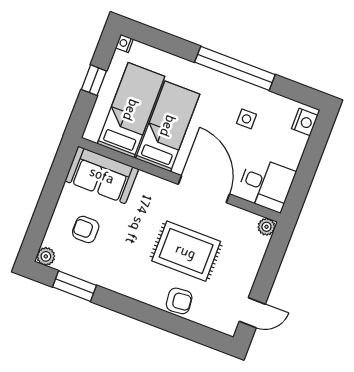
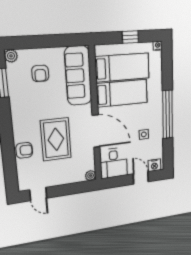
door: (313, 152) -> (141, 178), added
sofa: (102, 175) -> (78, 76), width x1.36
door: (204, 189) -> (96, 131), hinge flipped
armchair: (86, 229) -> (40, 73), turned 180
armchair: (179, 301) -> (24, 150), turned -84

